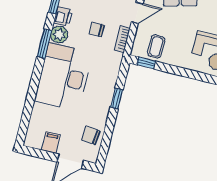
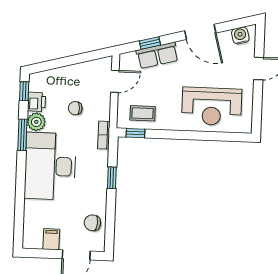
bookcase: (122, 39) -> (104, 135), moved
coffee table: (156, 46) -> (143, 113), turned 90

